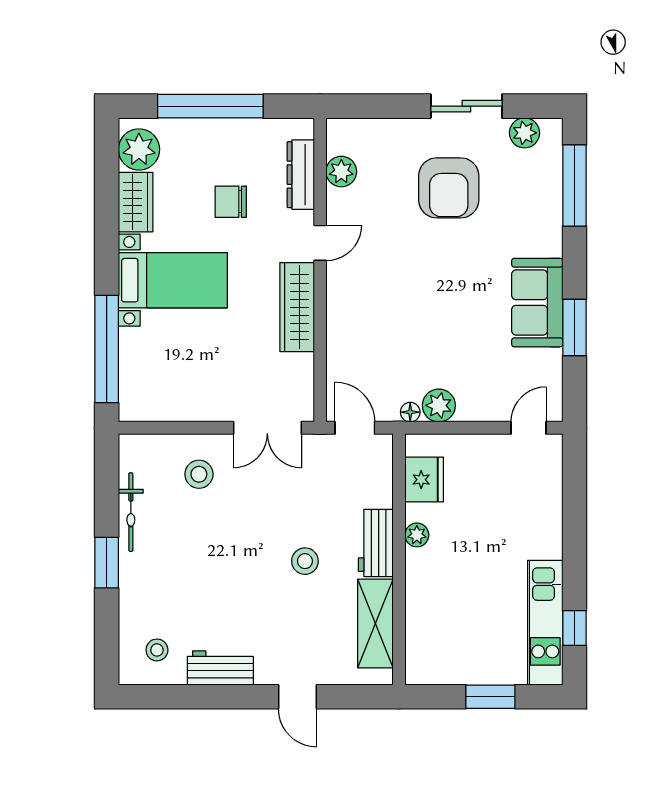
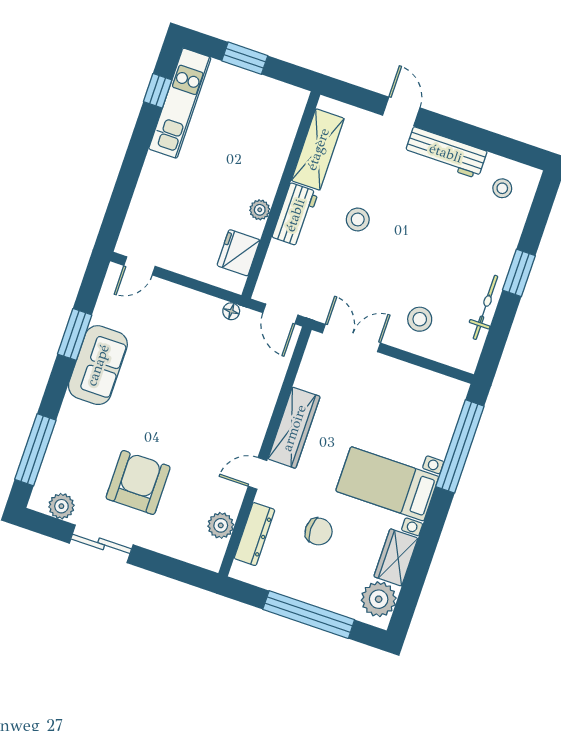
plant: (439, 405) -> (206, 309), removed
workbench: (220, 668) -> (446, 153), width x1.38

